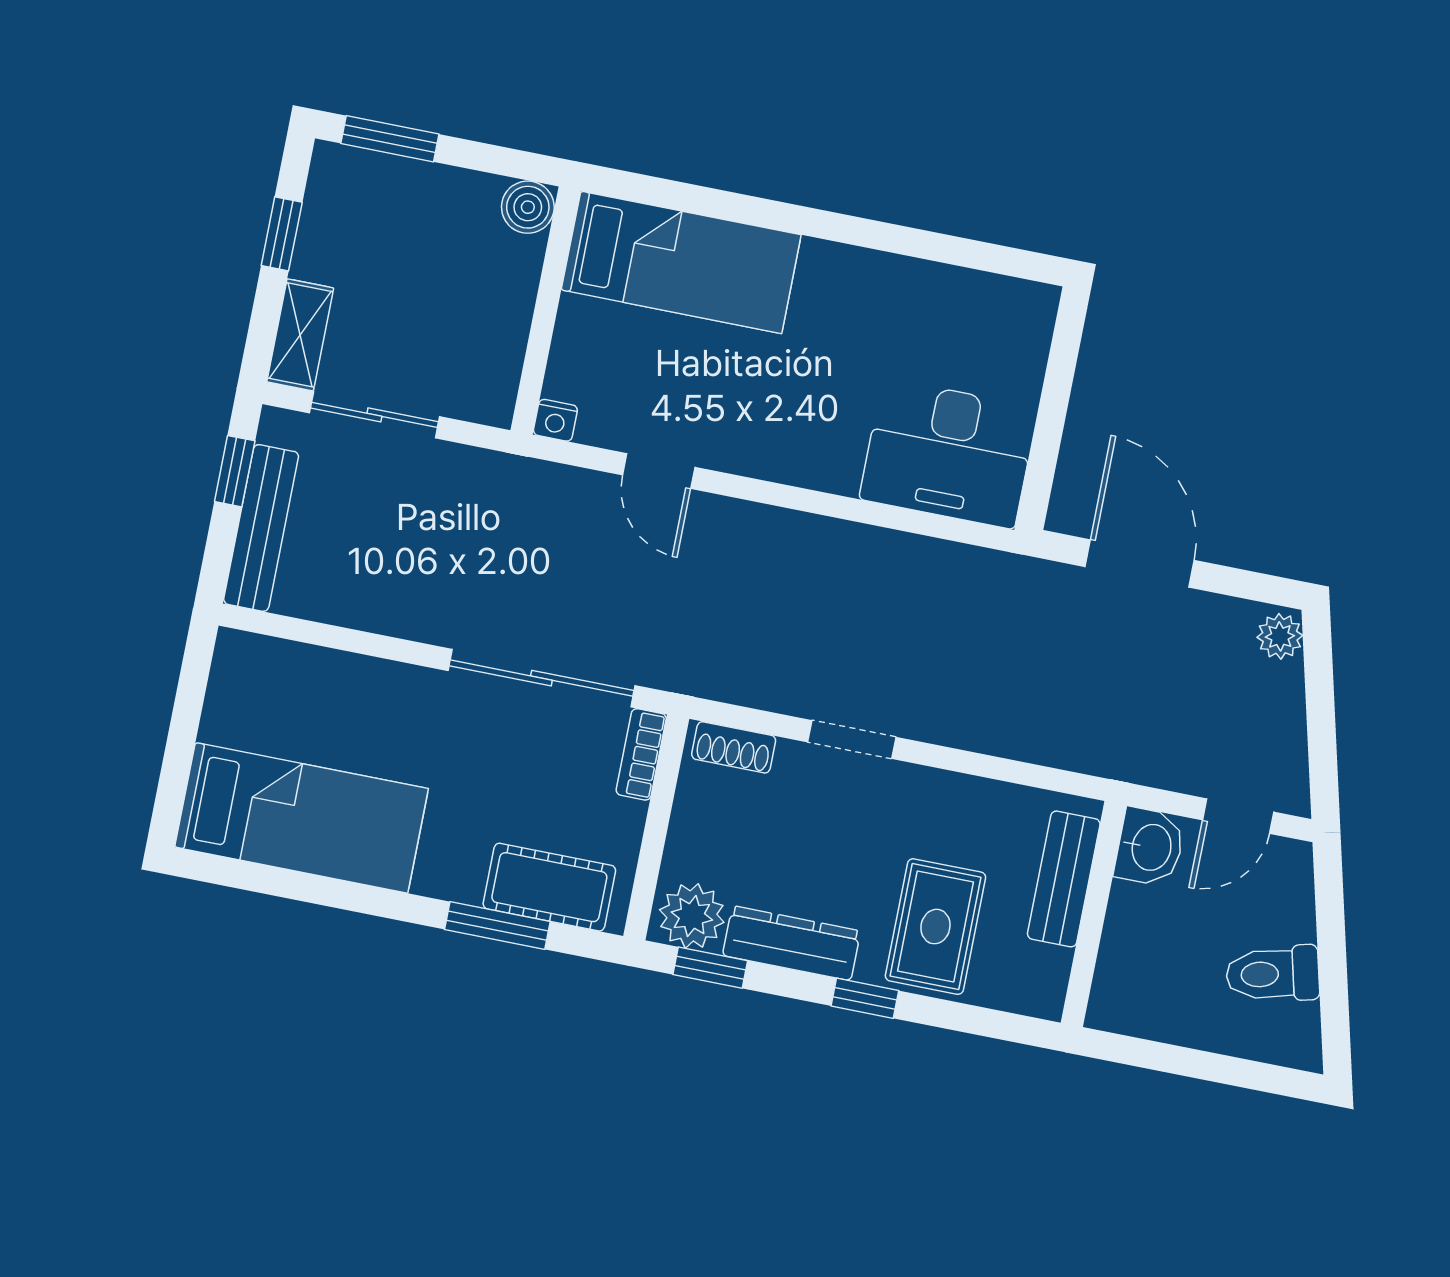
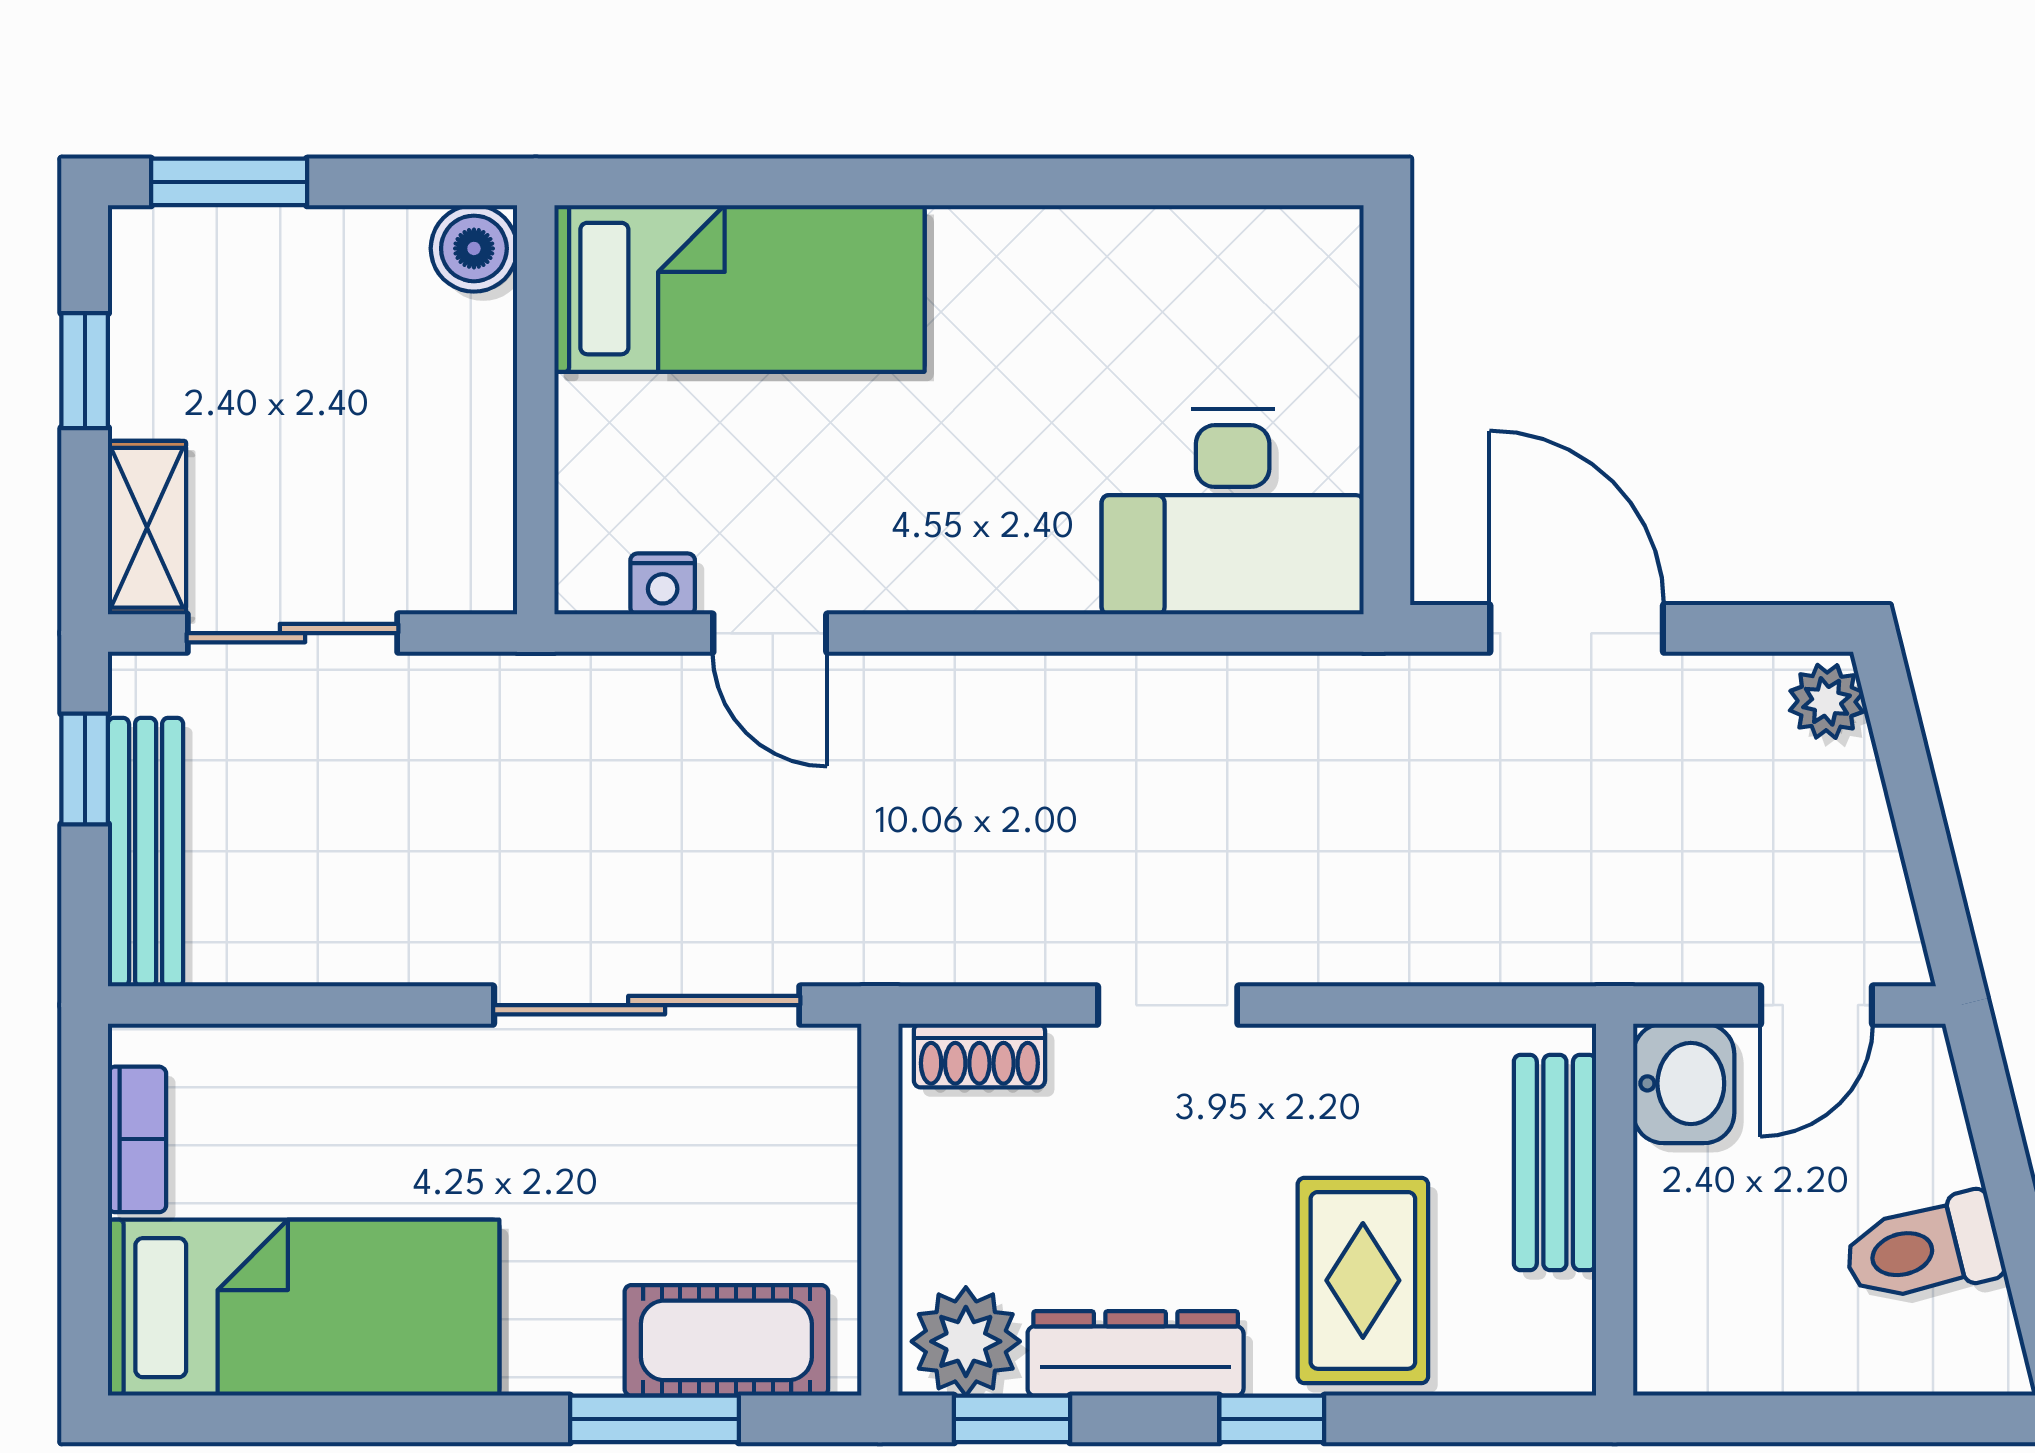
nightstand: (555, 420) -> (663, 584), moved
bookcase: (641, 754) -> (137, 1139), moved, turned 180

